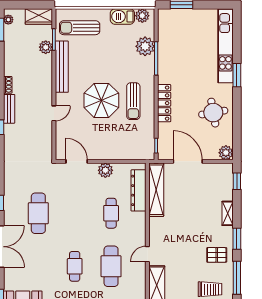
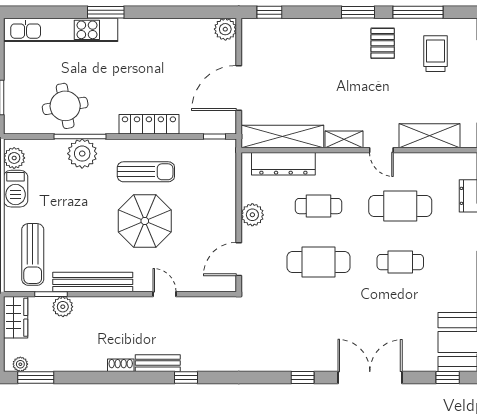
plant: (145, 46) -> (82, 154), moved
round table: (213, 113) -> (65, 106), moved
cafe table: (38, 213) -> (318, 262), moved
shelving: (228, 213) -> (344, 139), moved

